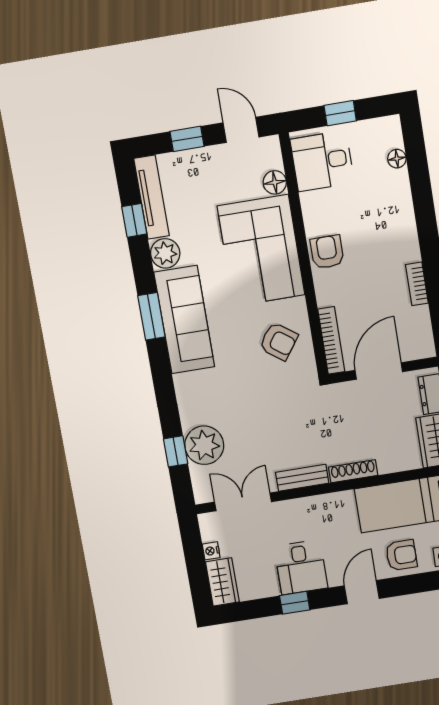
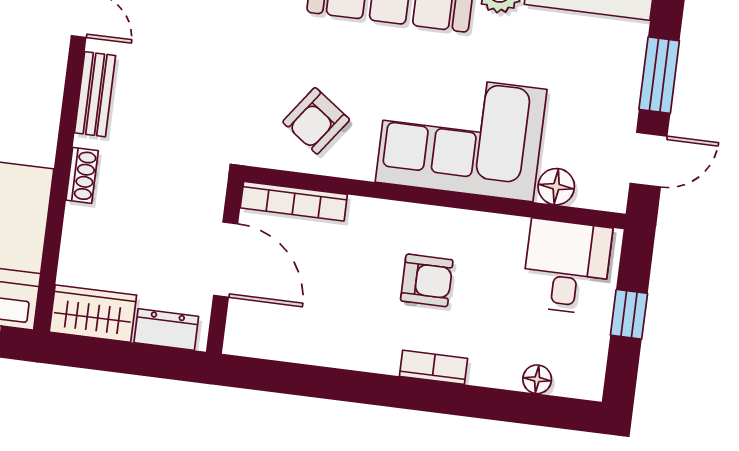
window: (187, 139) -> (659, 75), width x1.50
armchair: (327, 252) -> (427, 280), moved
bookcase: (417, 284) -> (433, 367), moved
shoe rack: (353, 471) -> (82, 175), width x0.70

